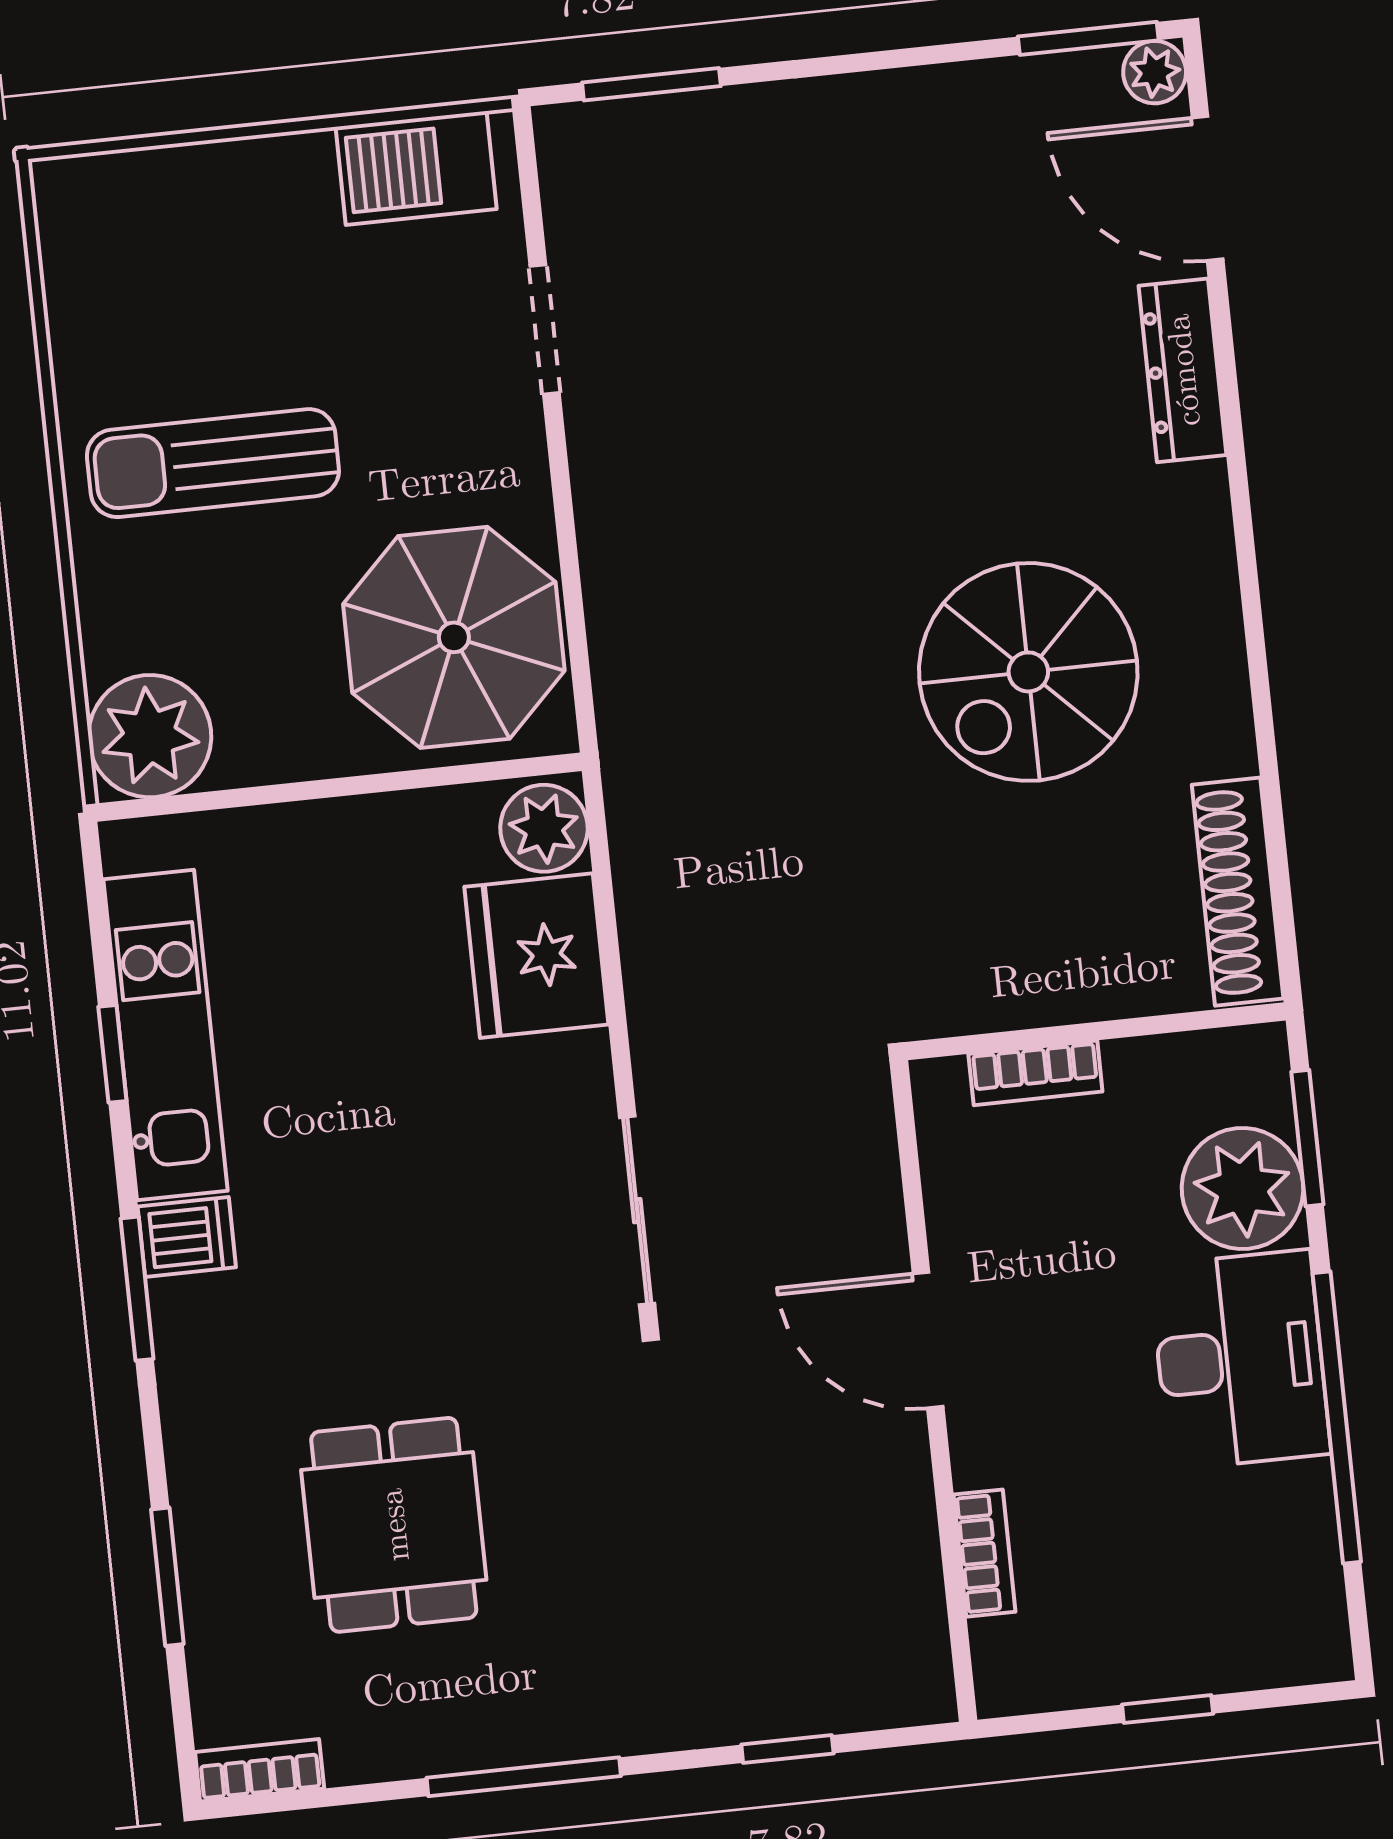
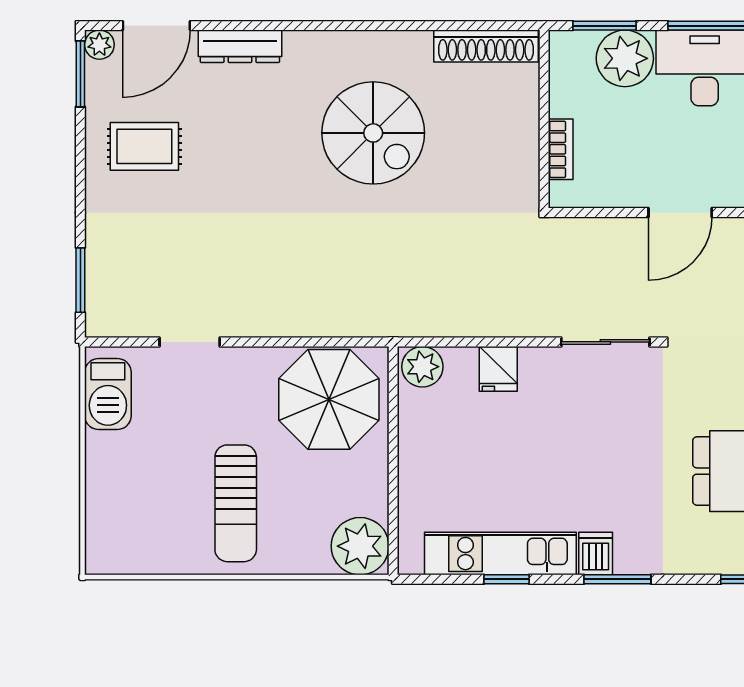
rug: (949, 190) -> (144, 146), added
fridge: (536, 956) -> (498, 369), width x0.53, depth x0.75

